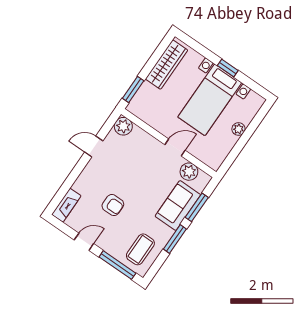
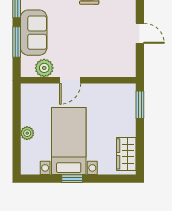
wardrobe: (167, 65) -> (126, 154), width x0.67
plant: (123, 126) -> (127, 68), removed
door: (94, 146) -> (140, 33), hinge flipped

